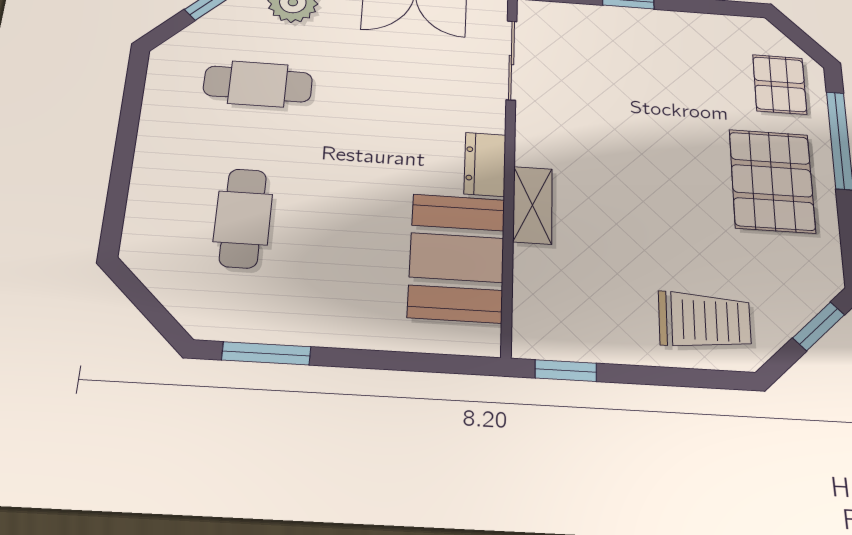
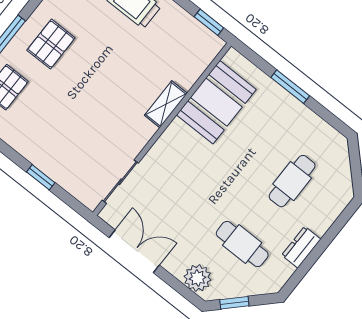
dresser: (485, 164) -> (301, 247), moved, turned 180
pallet: (772, 181) -> (51, 44), width x0.67, depth x0.71
window: (266, 353) -> (290, 87), moved

